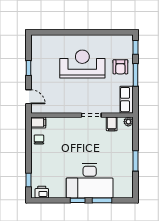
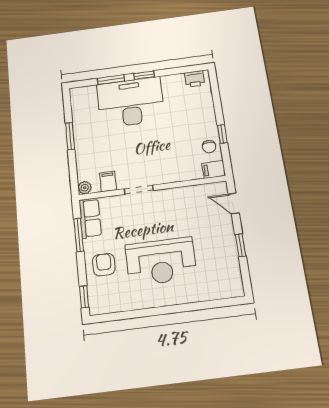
window: (135, 75) -> (79, 235), moved
window: (28, 180) -> (222, 134), moved

